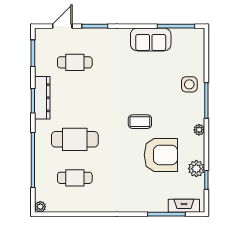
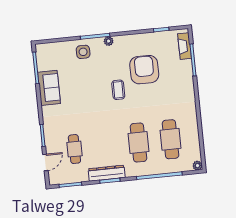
door: (62, 26) -> (45, 163), swing flipped
plant: (199, 130) -> (109, 41), moved
plant: (196, 169) -> (153, 39), removed
cafe table: (75, 178) -> (171, 139), width x1.37, depth x1.35

